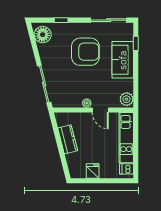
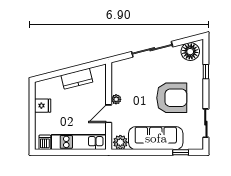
sliding door: (109, 20) -> (206, 123), width x0.73
armchair: (85, 52) -> (172, 98), turned -90
sofa: (123, 60) -> (156, 138), width x1.36
sliding door: (44, 84) -> (152, 49), moved

